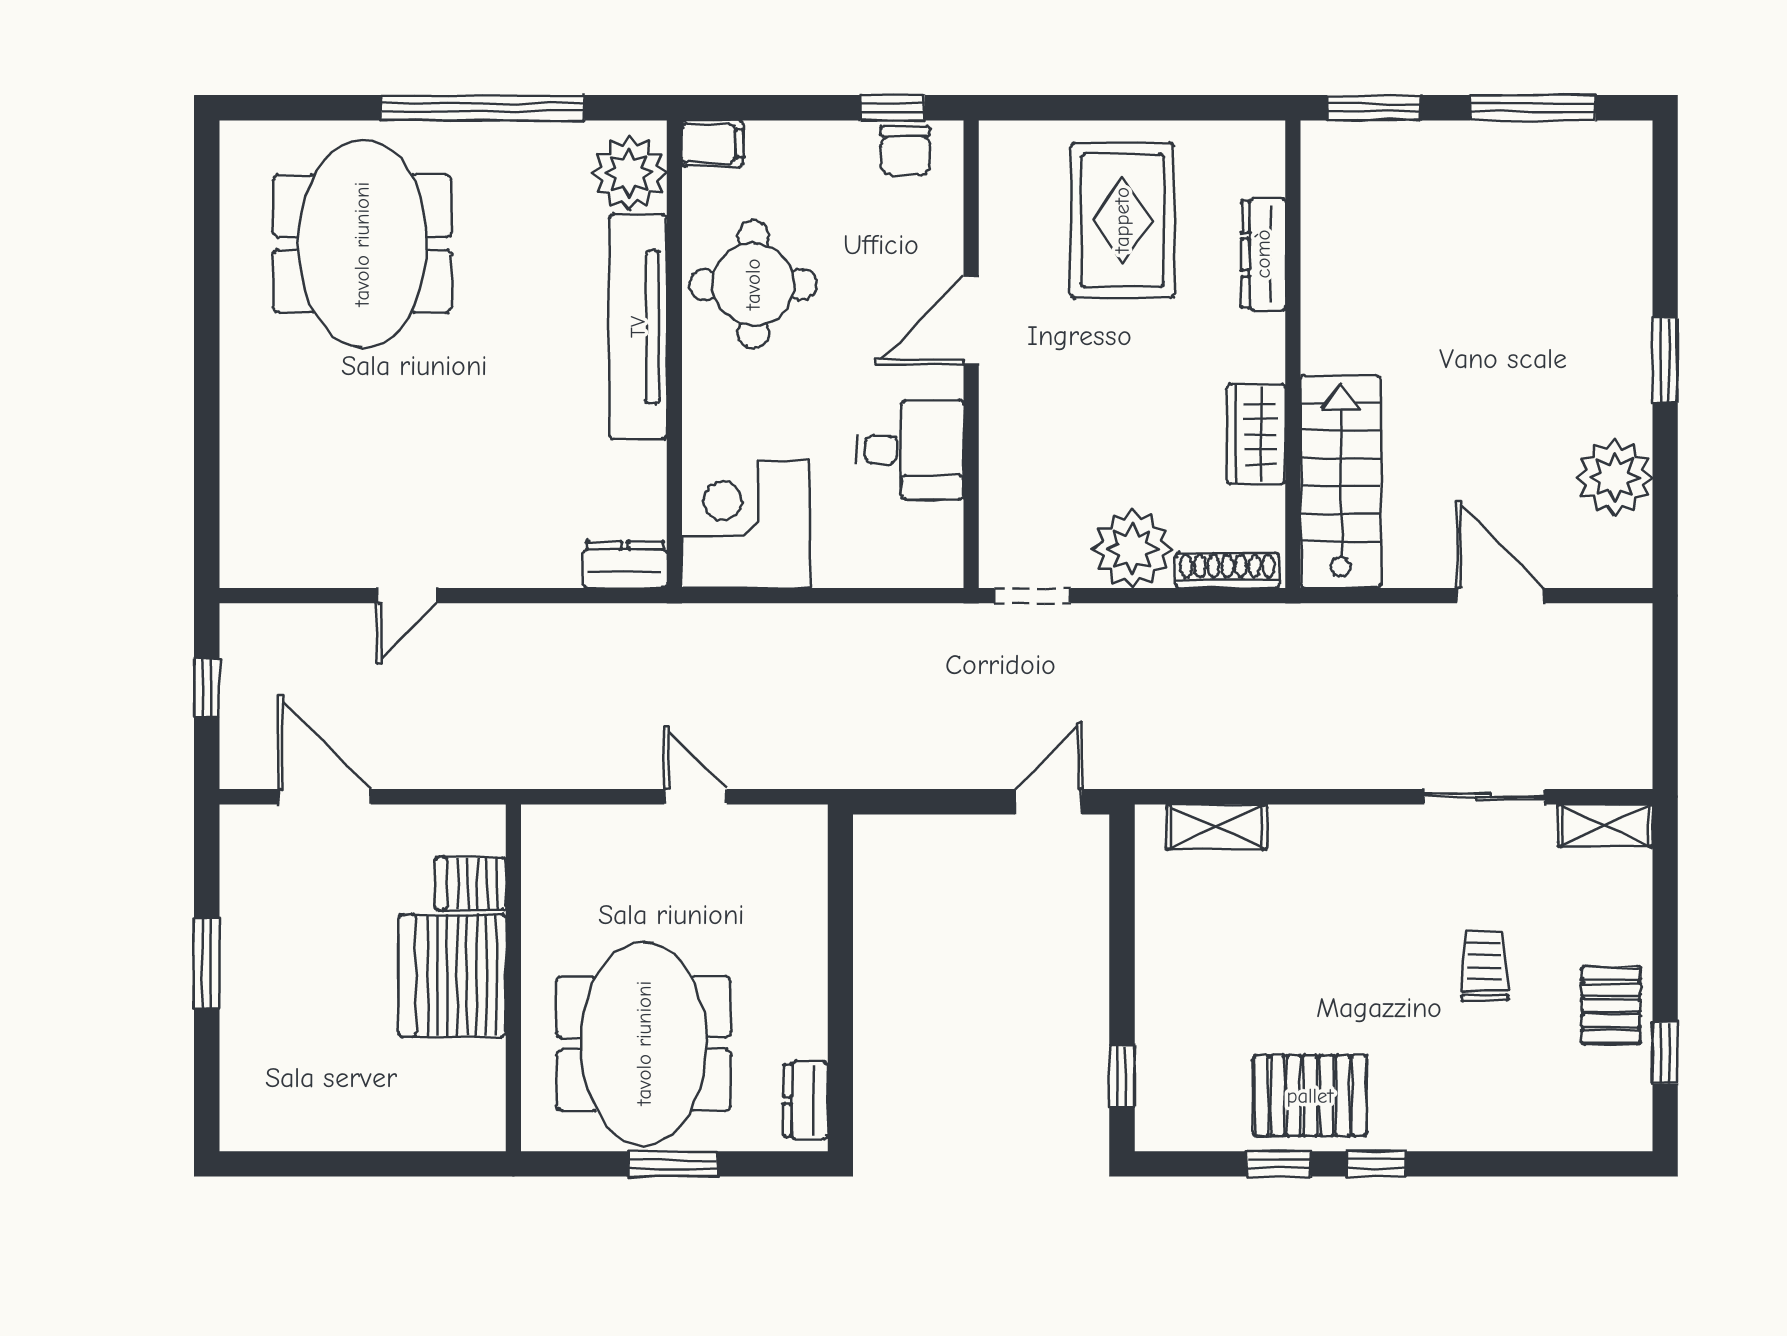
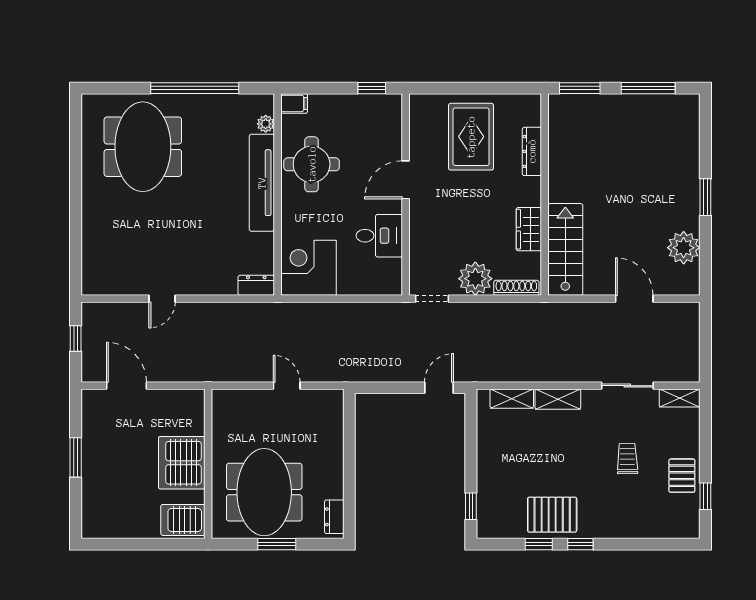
chair: (905, 151) -> (377, 107), removed
plant: (629, 173) -> (266, 124), width x0.53, depth x0.53
shelving: (1323, 828) -> (558, 399), added
server rack: (471, 884) -> (183, 520), moved, width x1.36, depth x1.44

